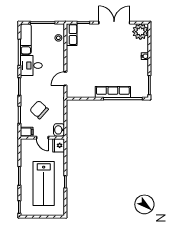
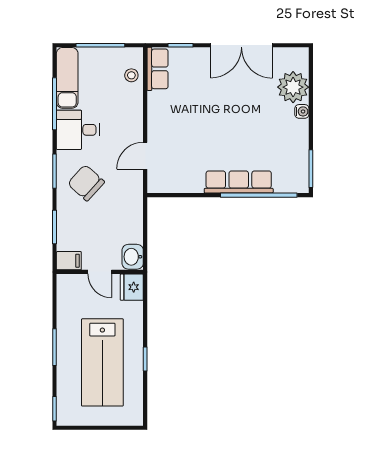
double door: (114, 23) -> (241, 45), swing flipped
plant: (140, 32) -> (293, 87), moved
chair: (39, 110) -> (86, 183), moved

